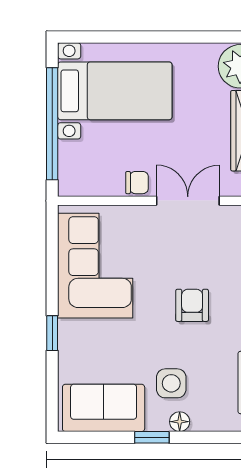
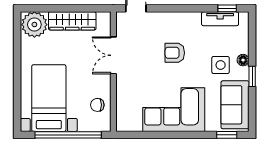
chair: (137, 183) -> (97, 105), moved, turned -90
corner sofa: (95, 266) -> (174, 110), moved
window: (52, 333) -> (227, 135), moved

